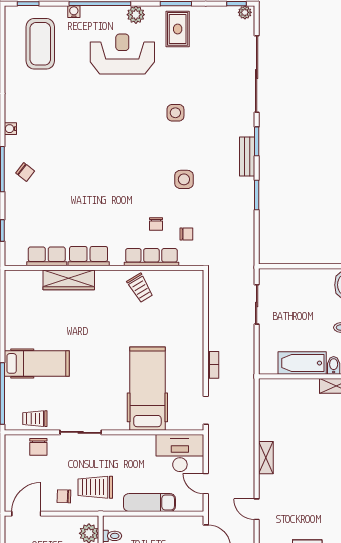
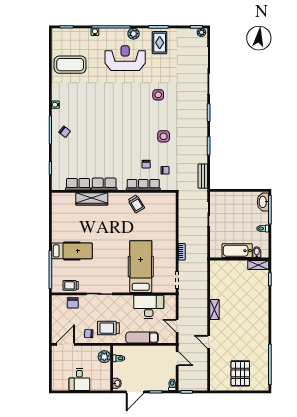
coffee table: (40, 44) -> (70, 65), moved, turned 90
bench: (247, 157) -> (203, 176), moved
desk: (180, 453) -> (149, 307), moved

